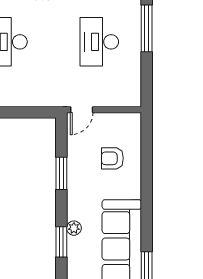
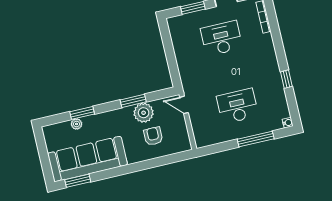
plant: (80, 164) -> (144, 113), added
plant: (74, 228) -> (77, 124), moved

